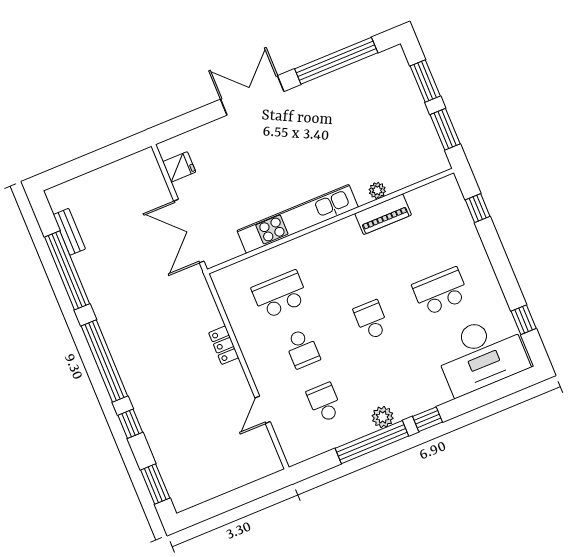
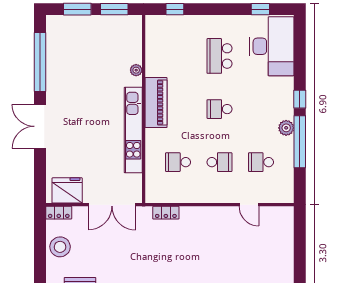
locker: (150, 166) -> (59, 213), added
fridge: (179, 167) -> (67, 190), width x1.88, depth x1.34
stool: (106, 186) -> (60, 247), added
piano: (383, 214) -> (156, 103), moved, width x1.37, depth x1.33
school desk: (280, 294) -> (178, 162), width x0.54
locker: (224, 345) -> (166, 213), moved

